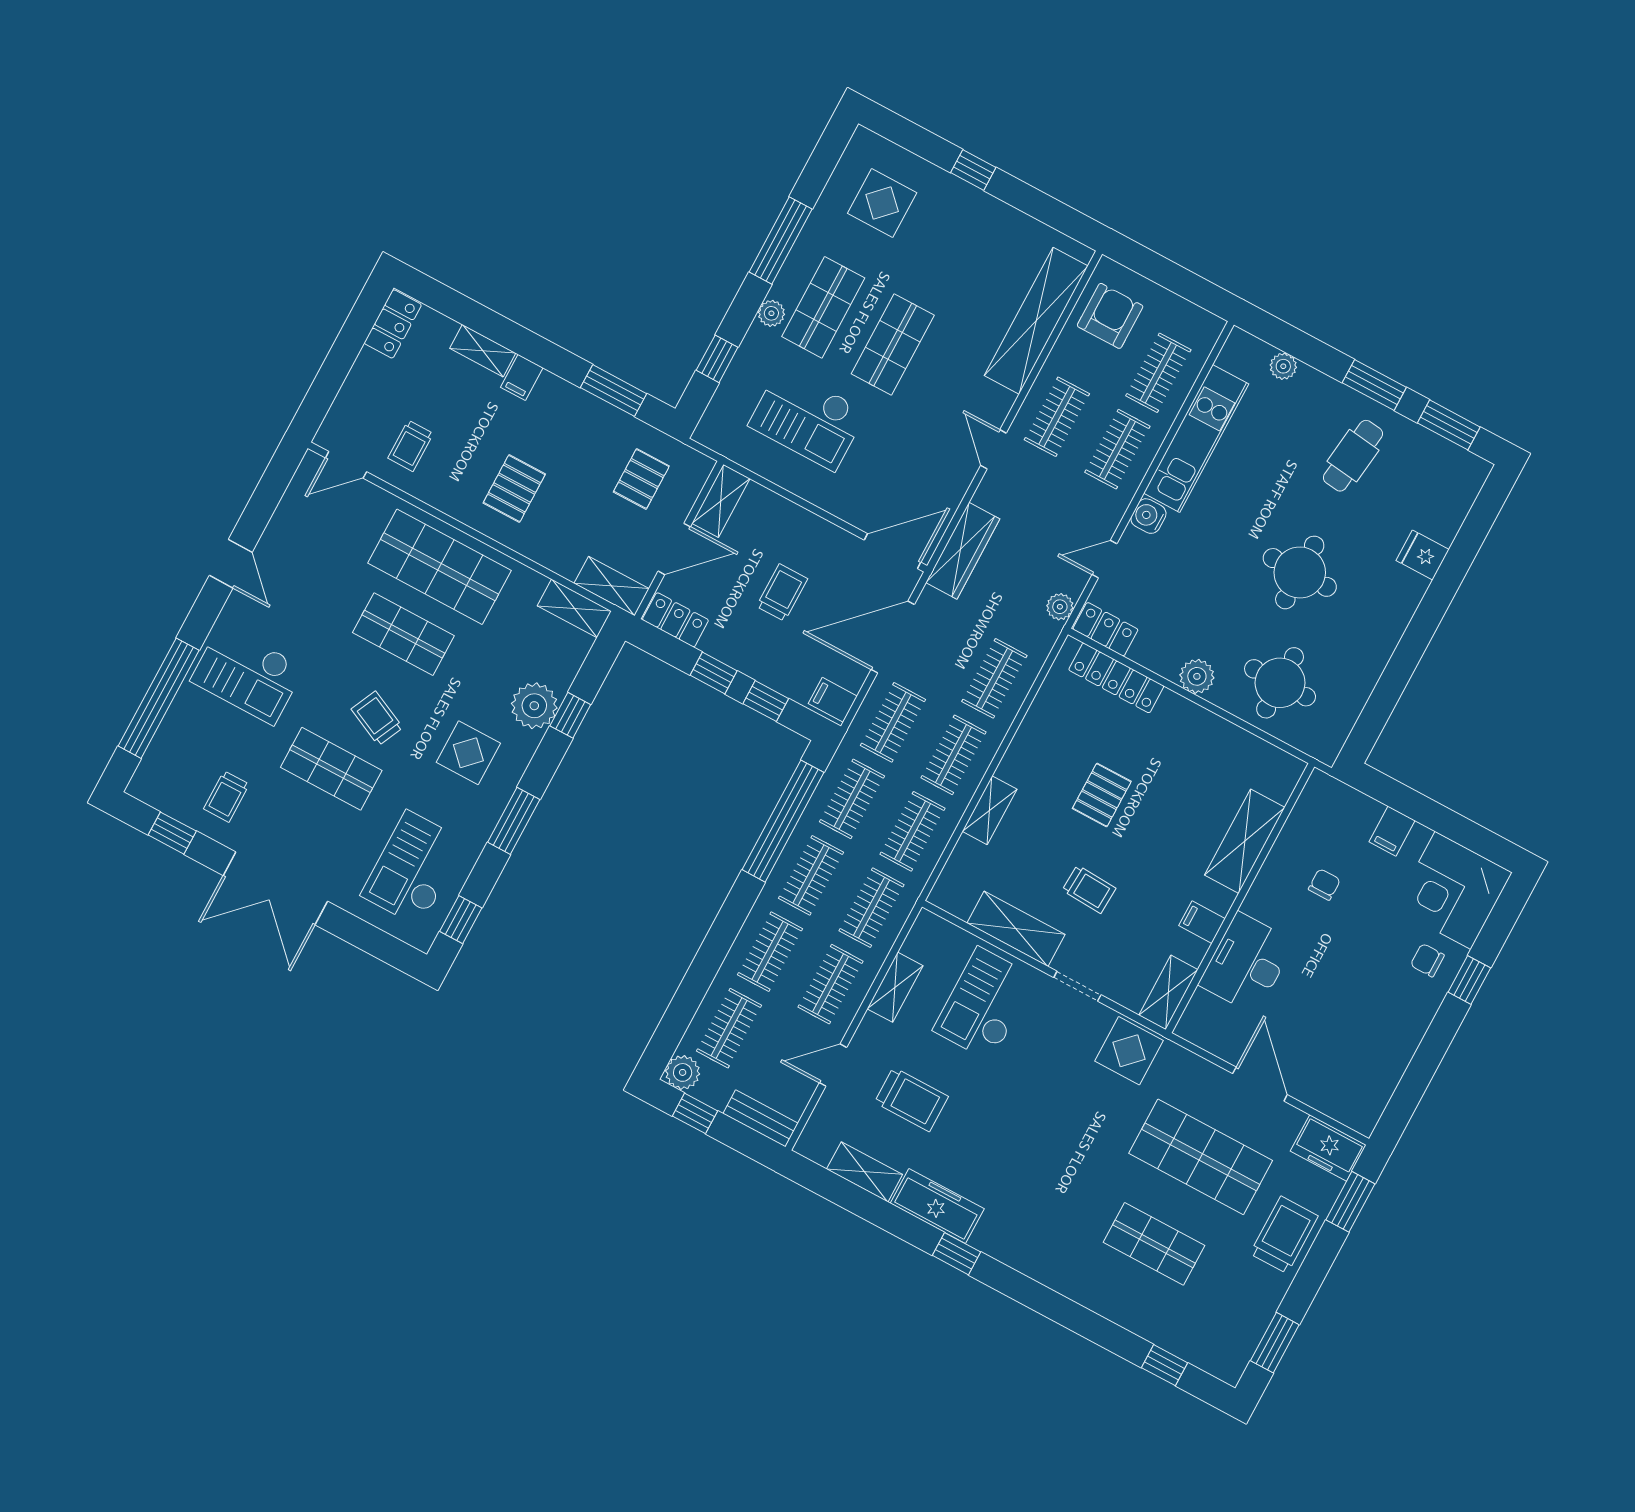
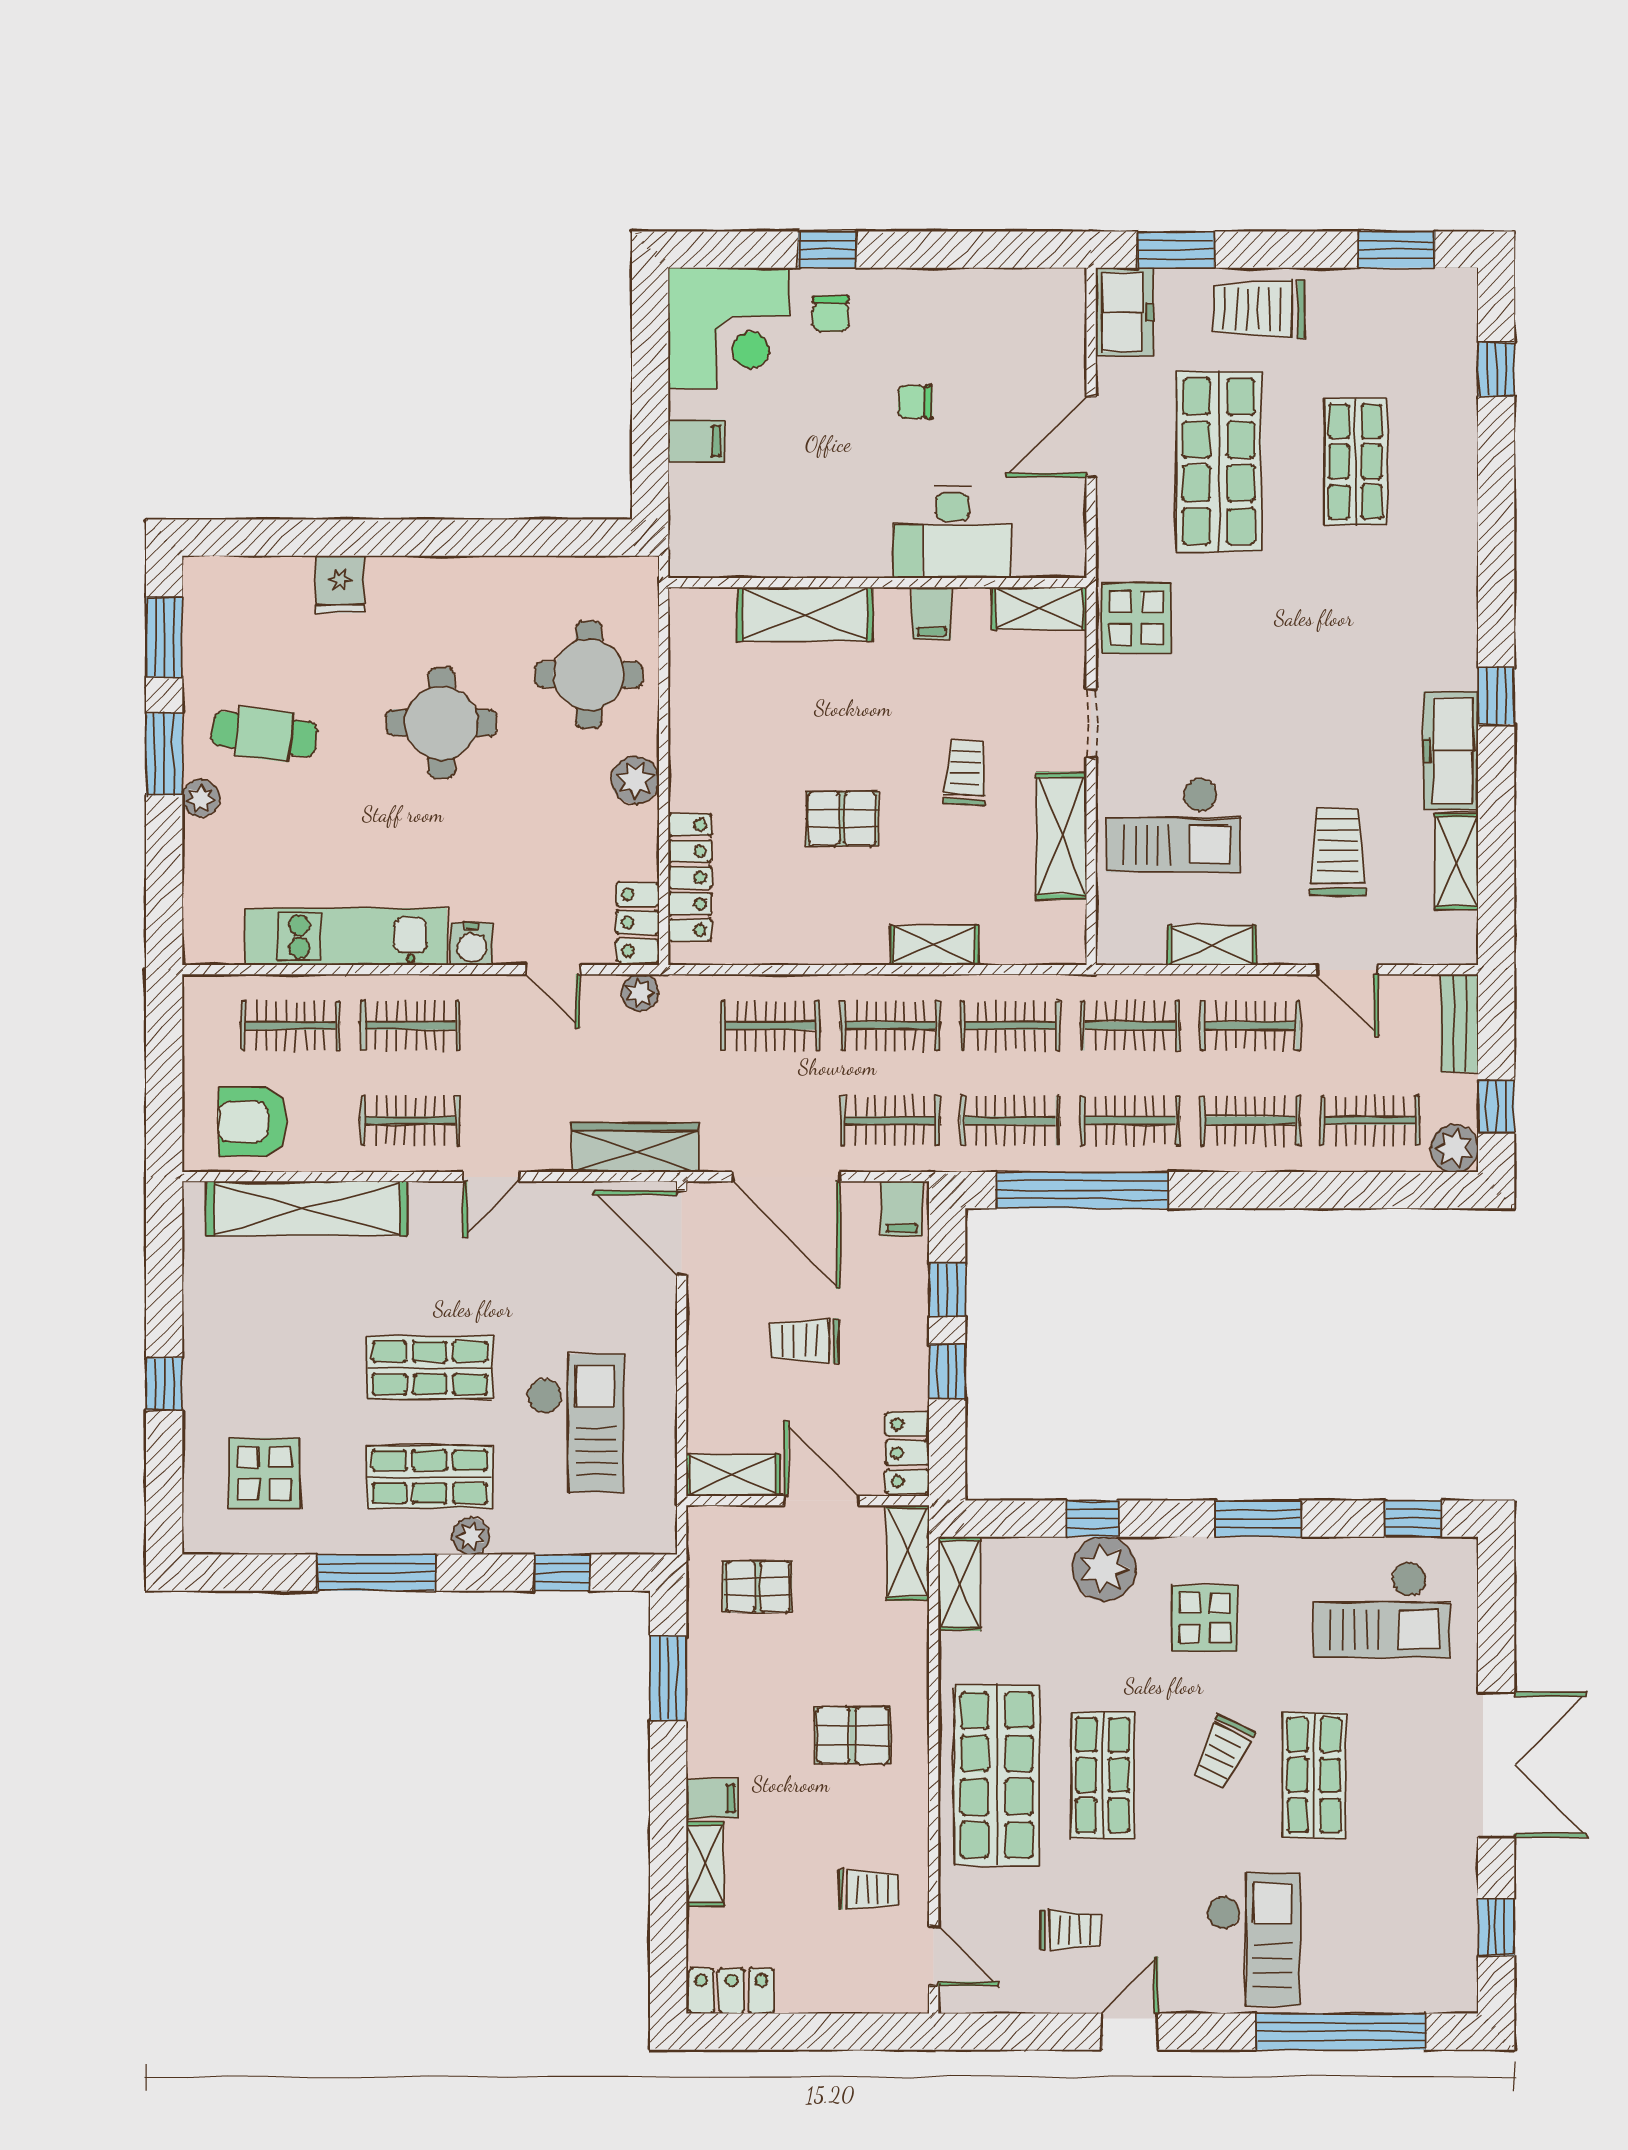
plant: (1283, 366) -> (201, 798), moved
trolley: (226, 796) -> (1070, 1930), moved
chair: (1324, 884) -> (915, 402), moved

